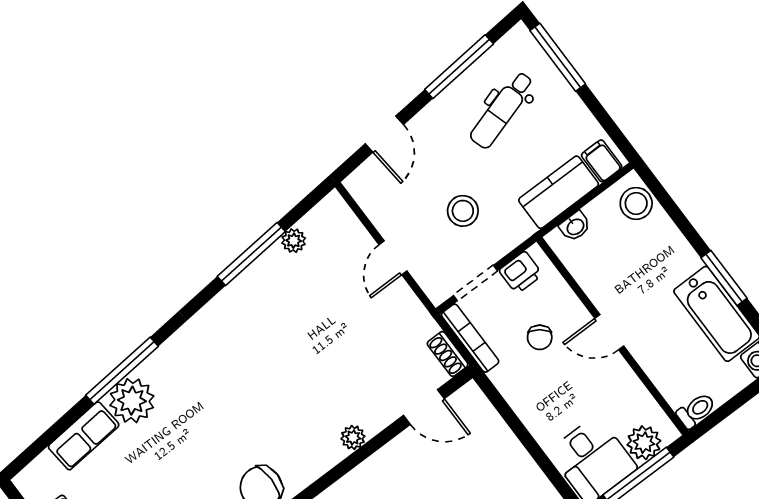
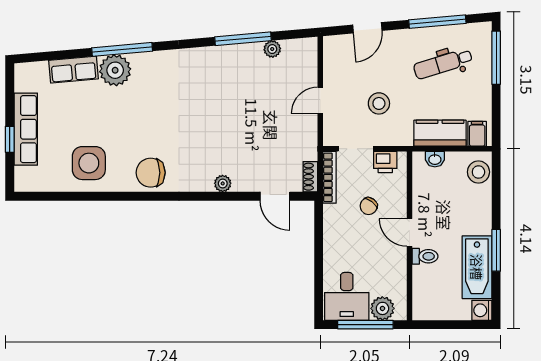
toilet: (696, 410) -> (425, 256), moved

